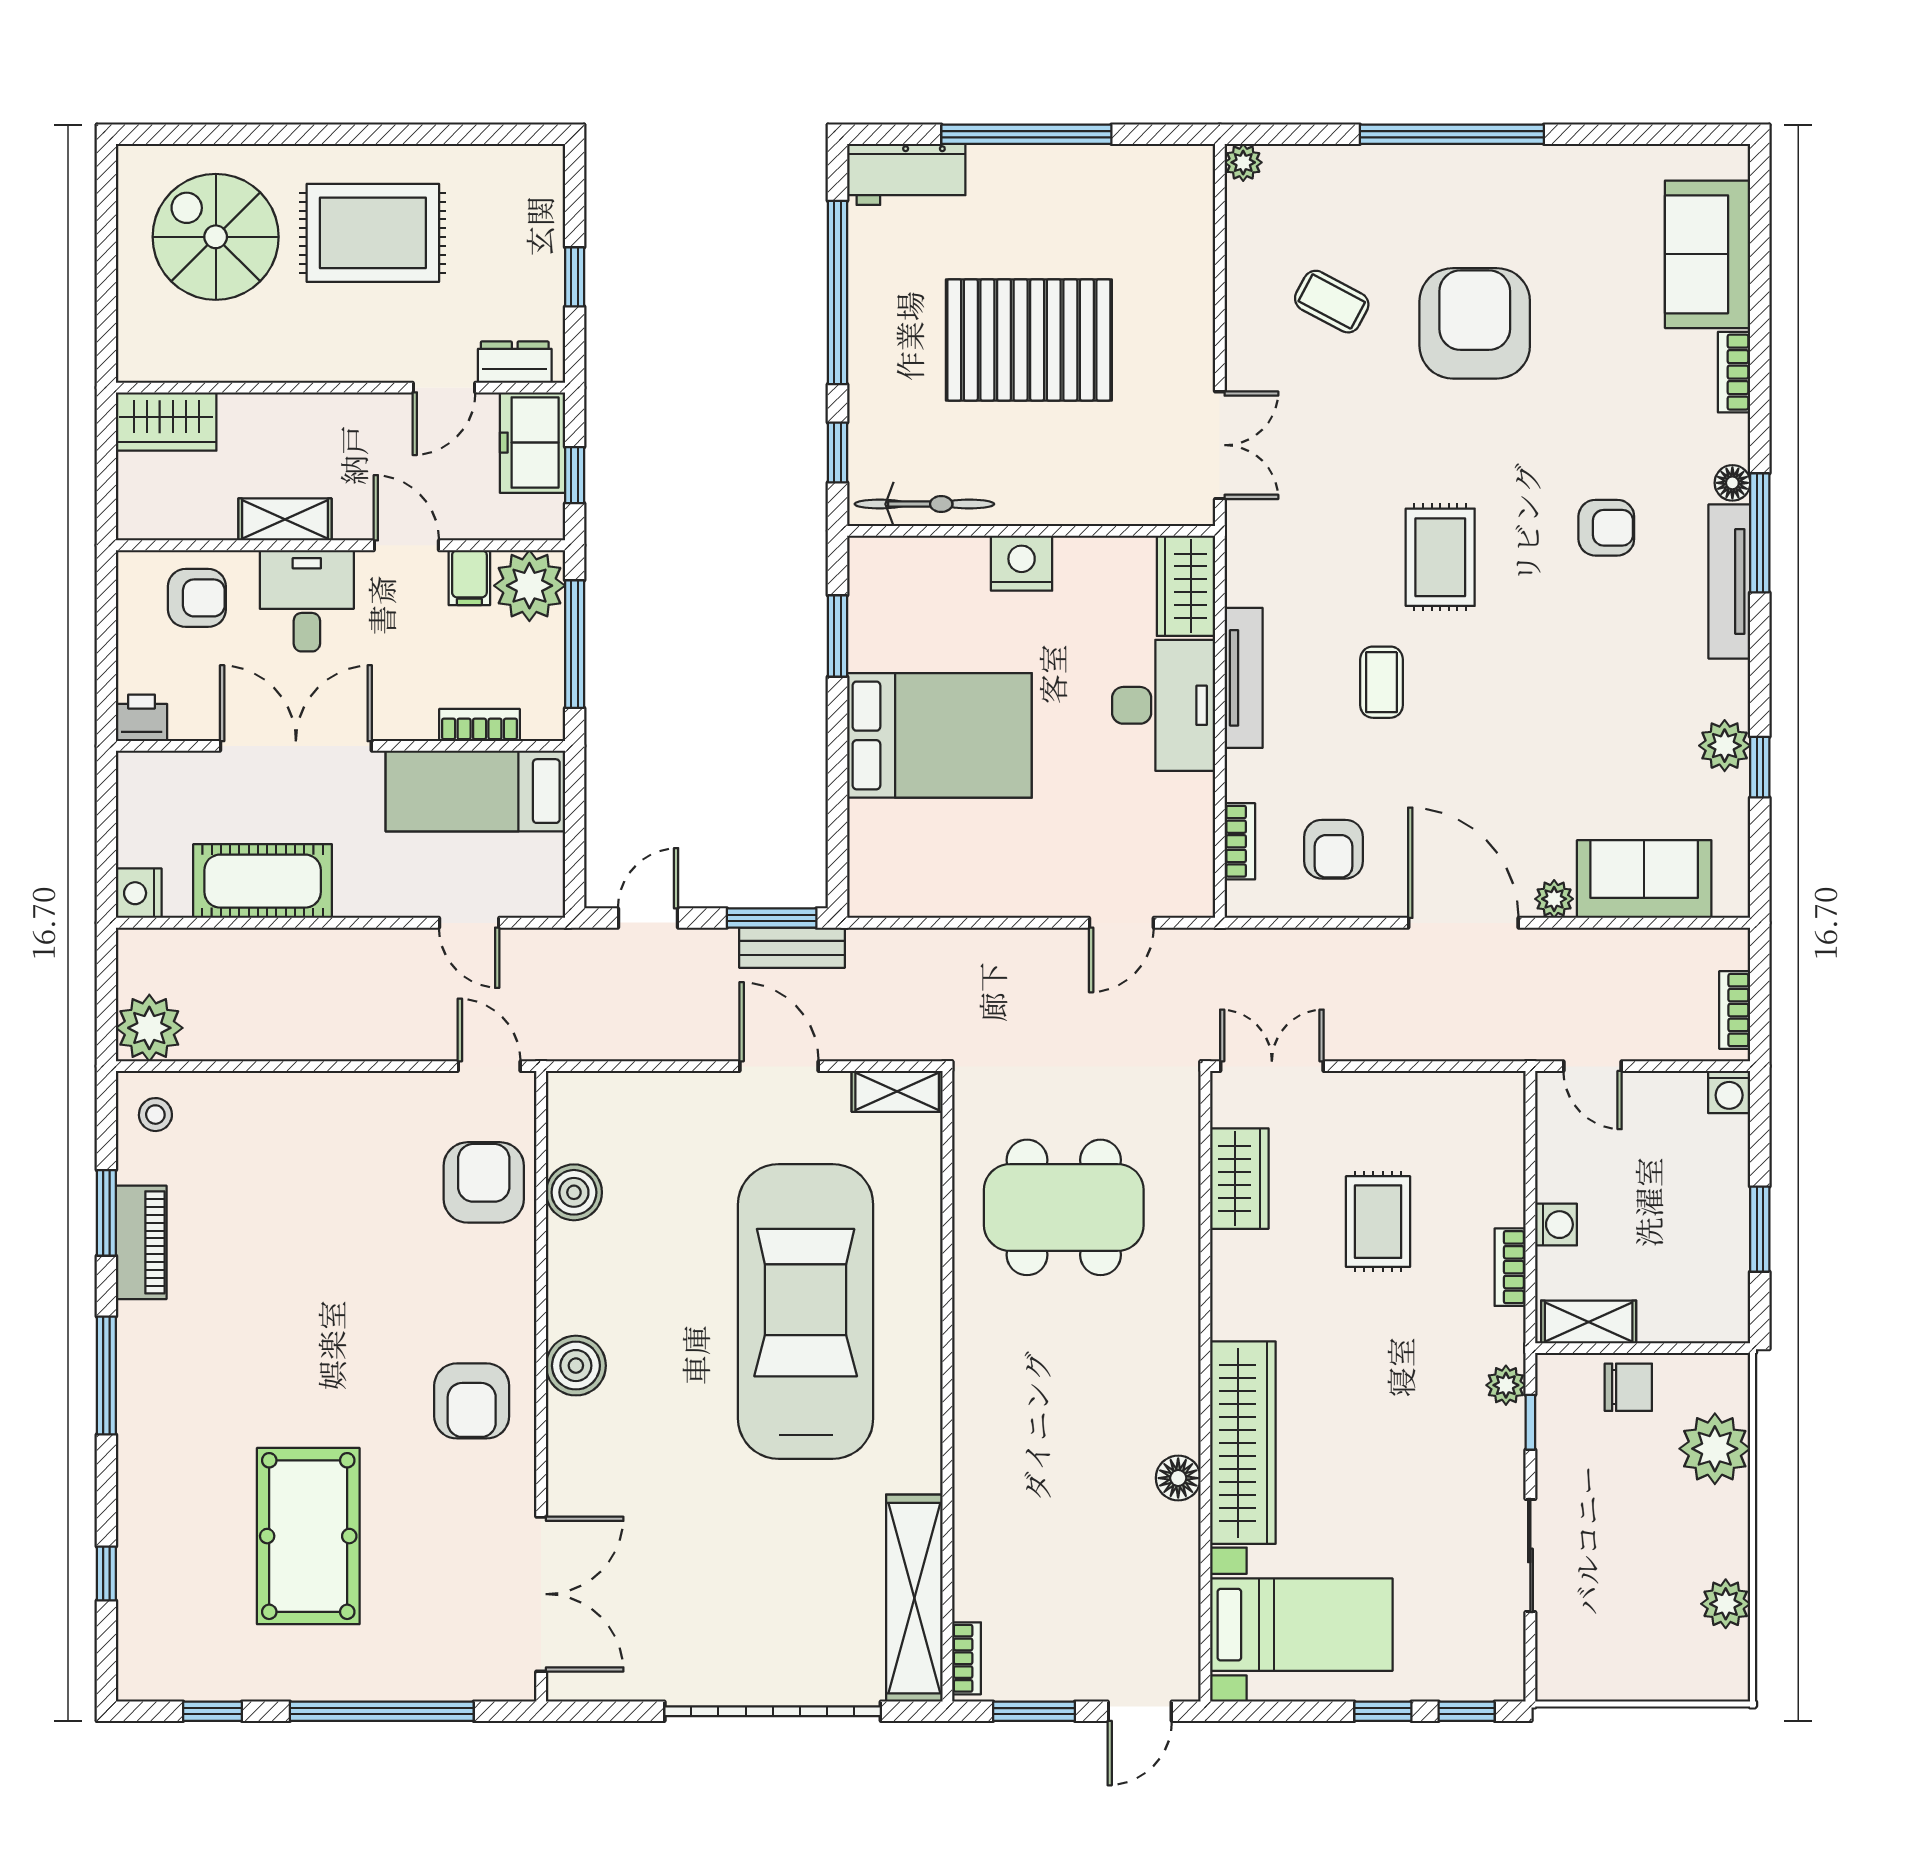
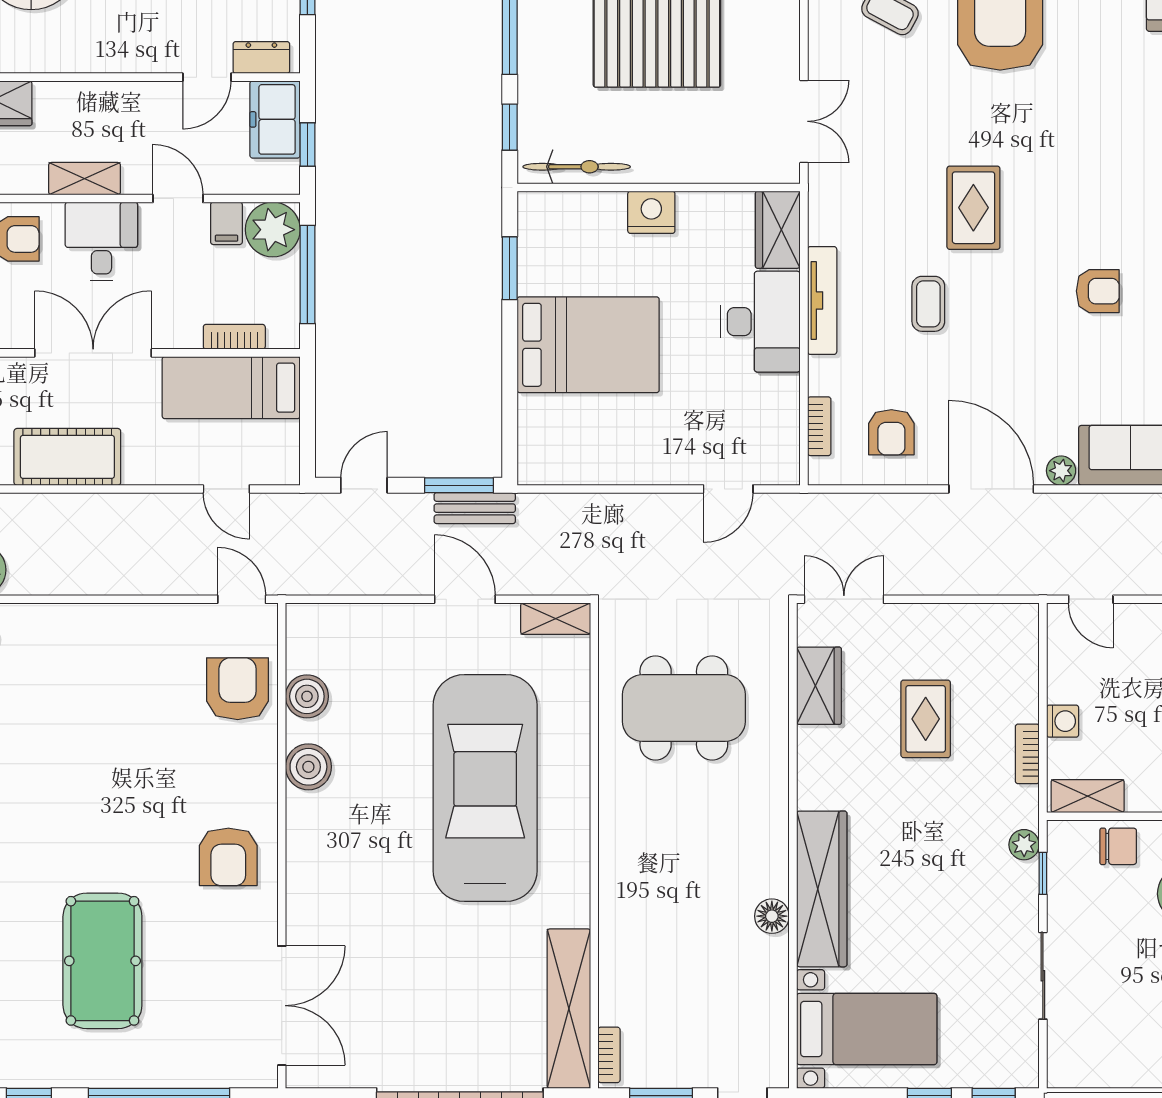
armchair: (1606, 528) -> (1098, 291), moved
boiler: (576, 1366) -> (308, 767), moved

